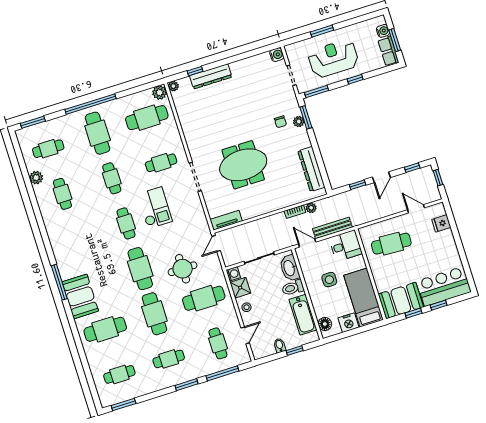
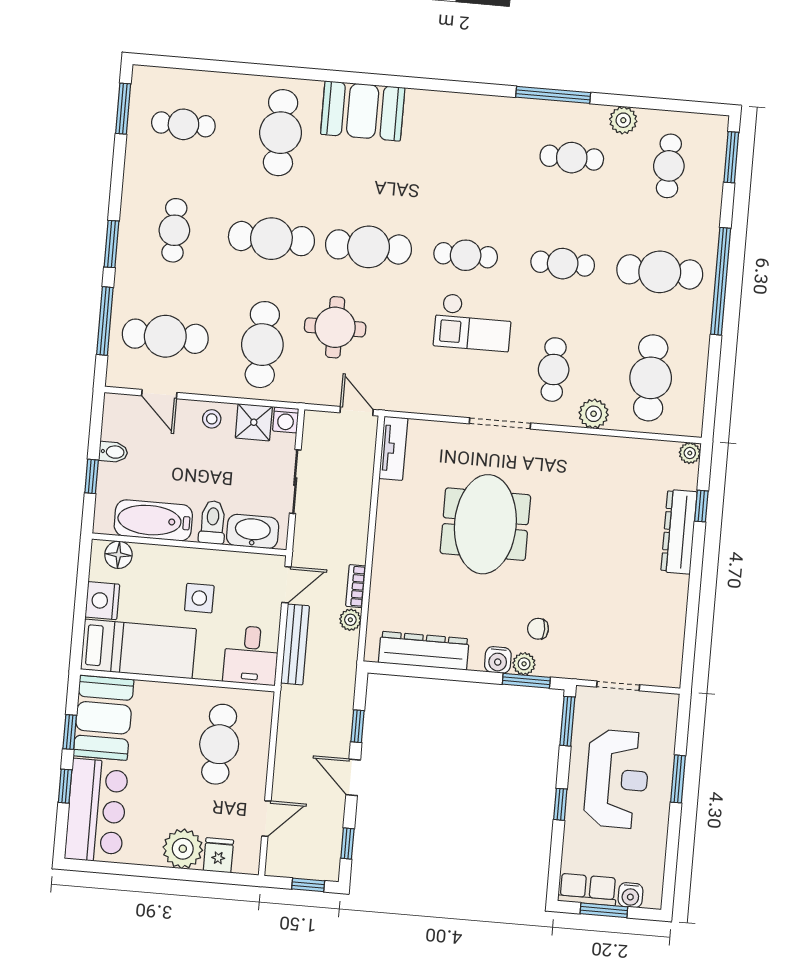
water cooler: (277, 55) -> (498, 660), moved
plant: (160, 93) -> (594, 414), moved
plant: (445, 241) -> (183, 849), added
window: (59, 282) -> (553, 95), moved
cafe table: (218, 343) -> (165, 336), width x1.37, depth x1.35
cafe table: (119, 374) -> (183, 124), turned 90

